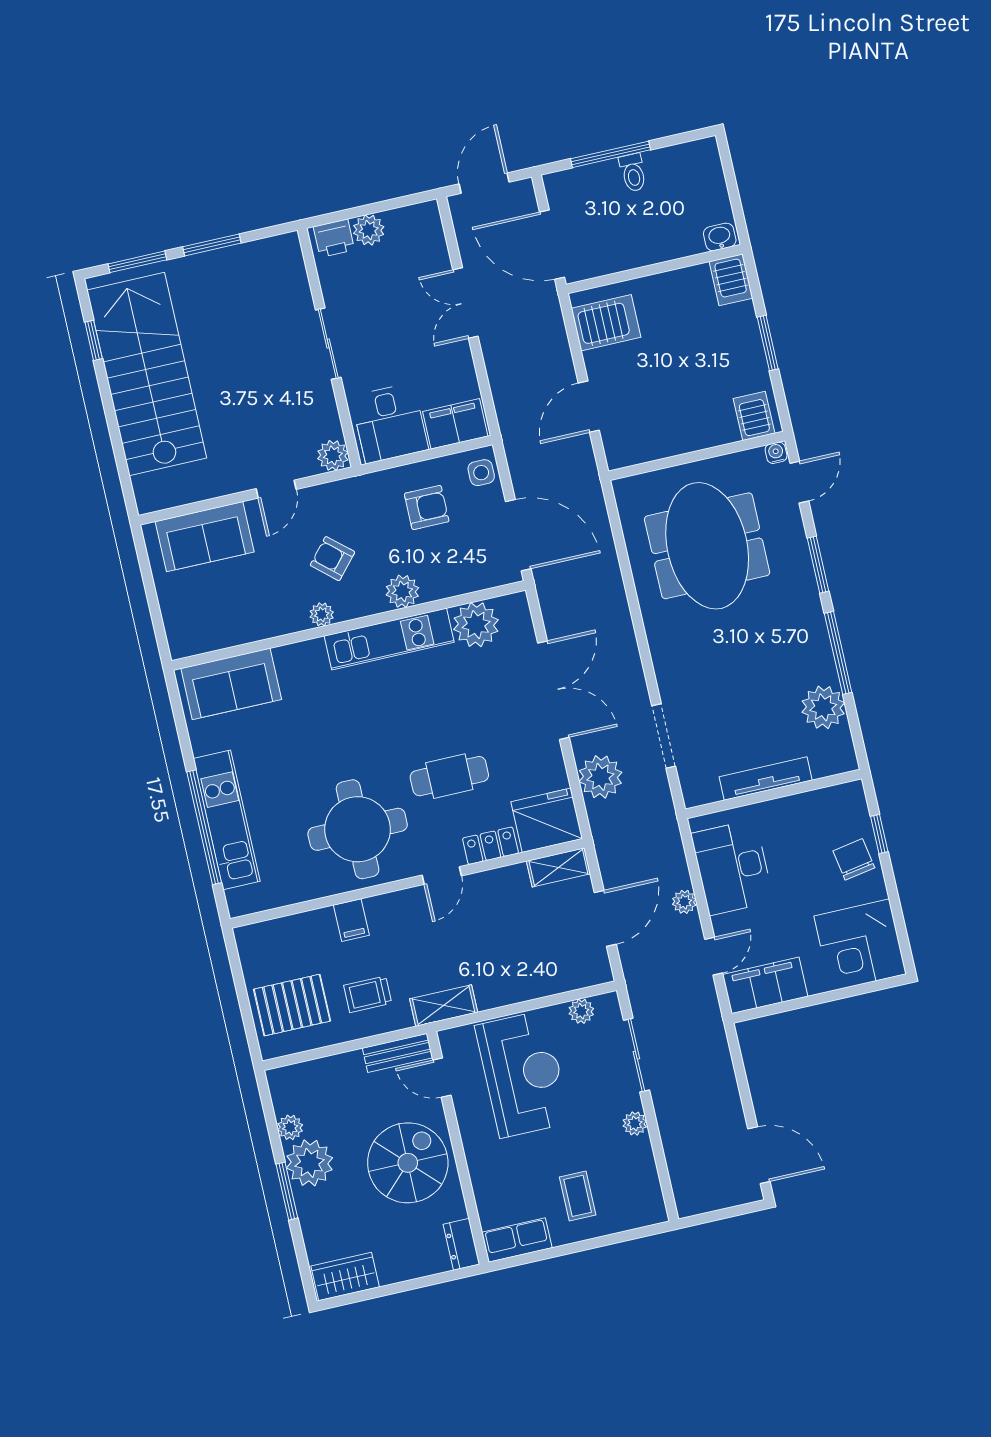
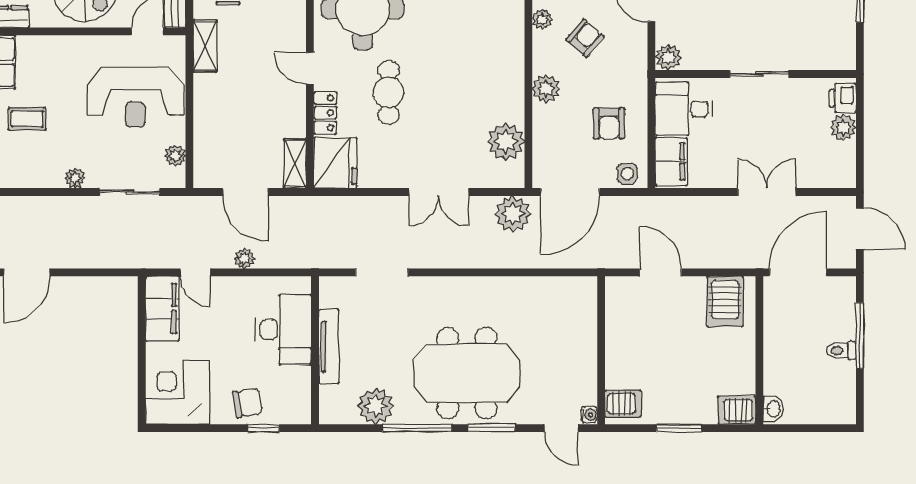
meeting table: (707, 546) -> (467, 373), moved
kitchen unit: (389, 639) -> (510, 69), removed
double door: (553, 690) -> (439, 192), width x0.73
plant: (600, 777) -> (513, 214), moved
desk: (732, 867) -> (284, 330), moved, turned 90

